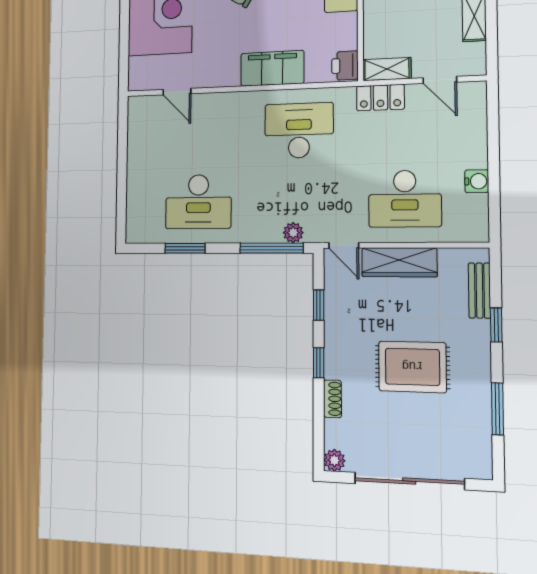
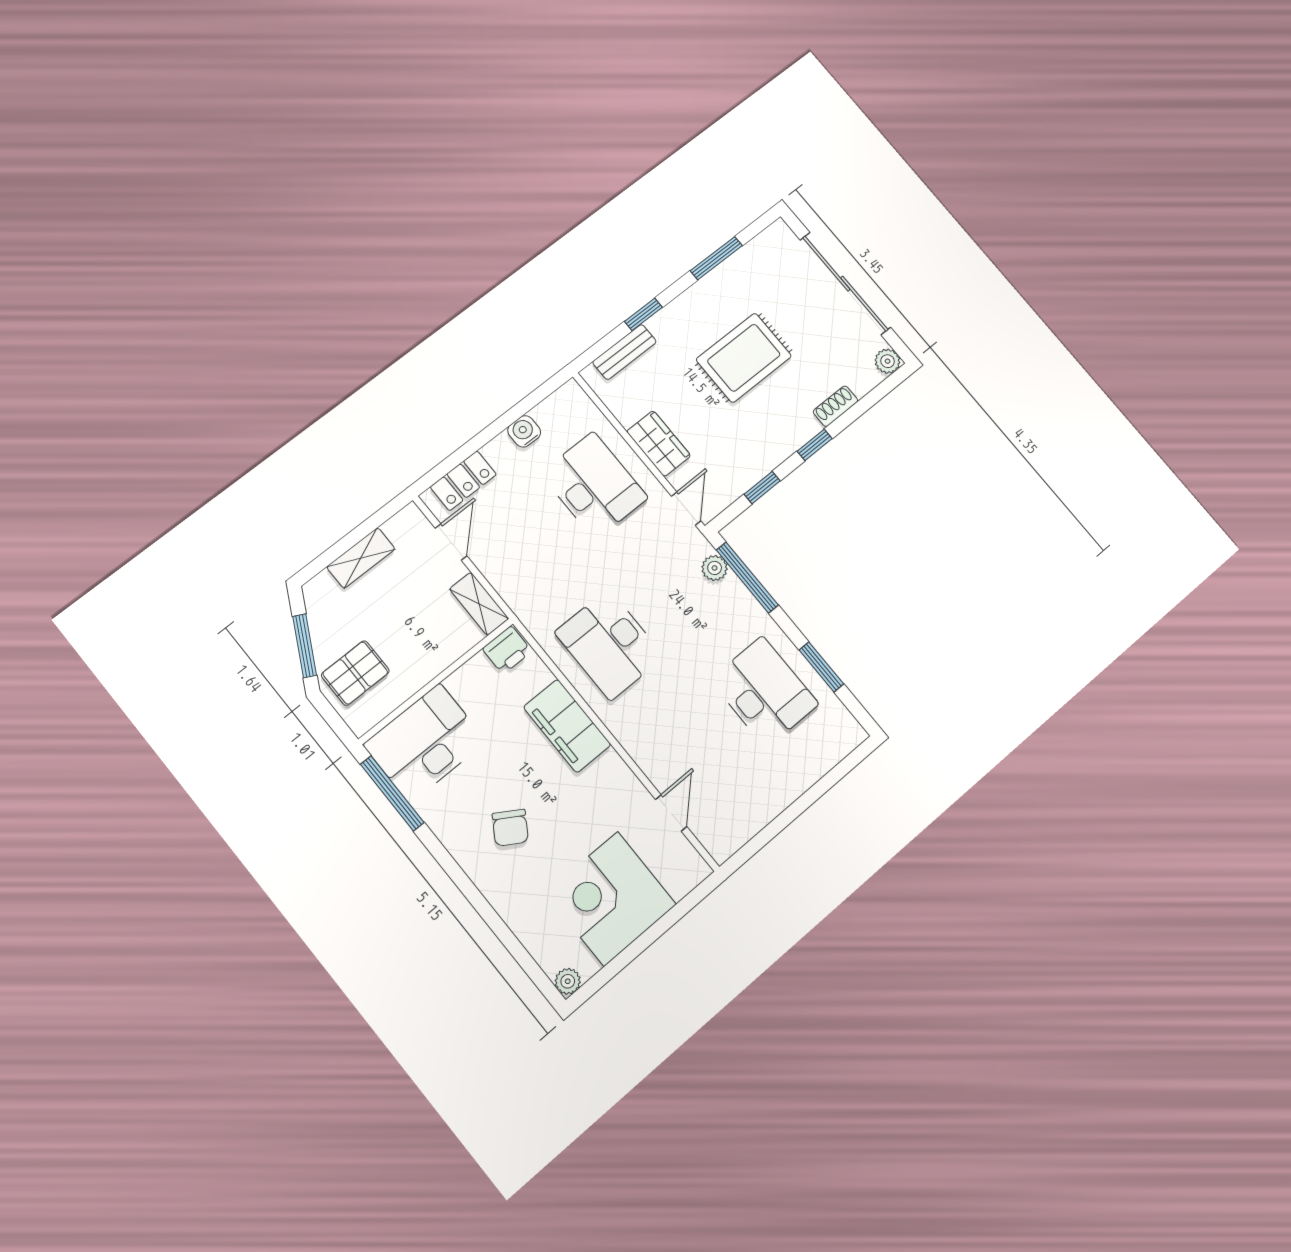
locker: (380, 98) -> (463, 481), moved, turned 90
wardrobe: (399, 262) -> (659, 444), width x0.67
rug: (412, 367) -> (744, 358), turned 90

